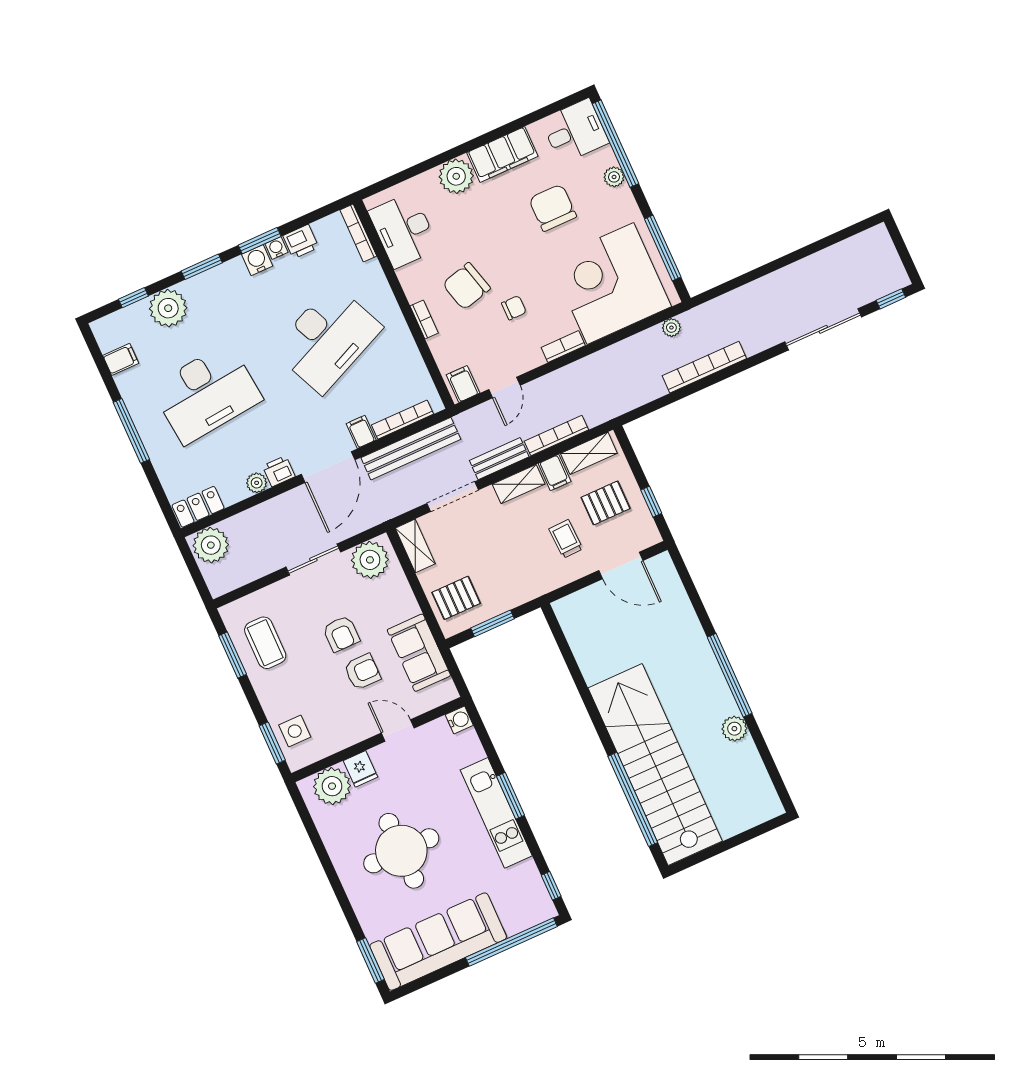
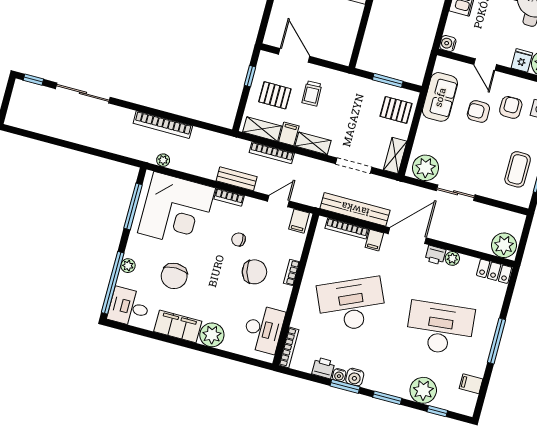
bench: (499, 459) -> (237, 179), moved
armchair: (341, 634) -> (511, 107), moved

